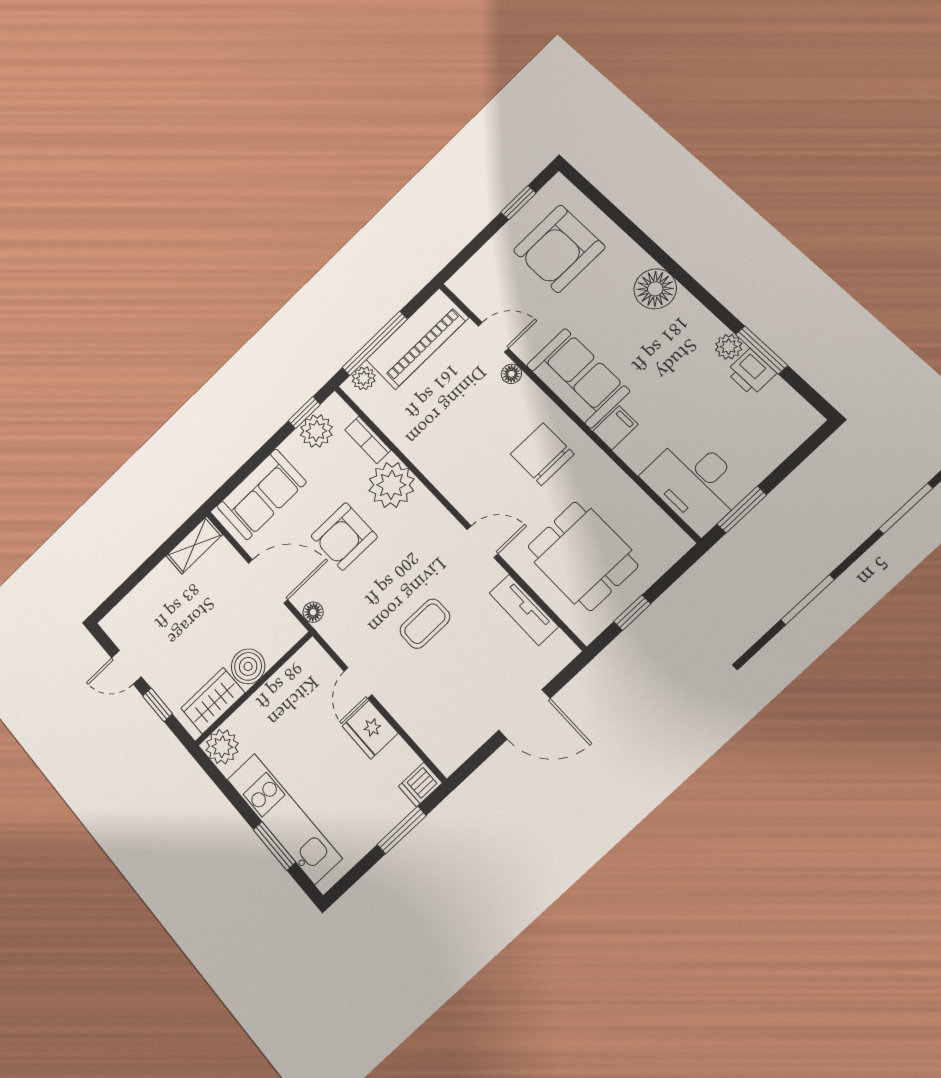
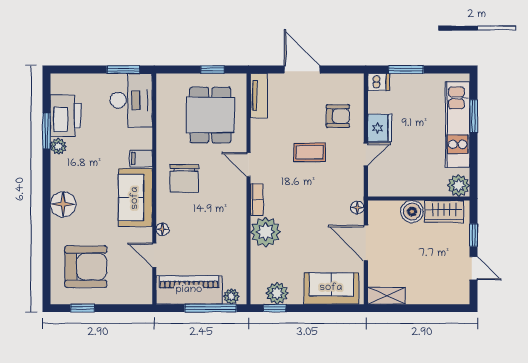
printer: (751, 372) -> (65, 116), width x1.87, depth x1.48
bookcase: (368, 440) -> (257, 199), moved
armchair: (344, 536) -> (338, 116), moved, width x0.72, depth x0.72
tv unit: (524, 610) -> (259, 96), moved

